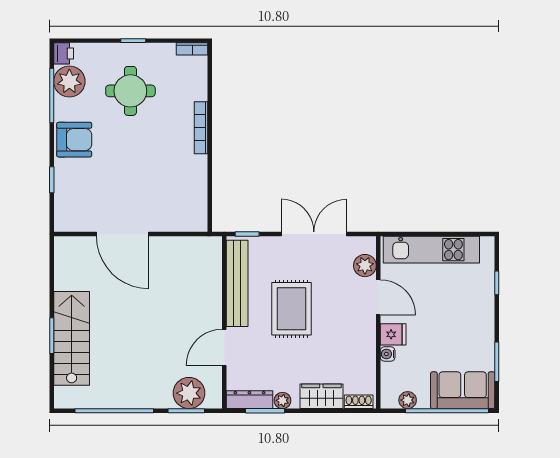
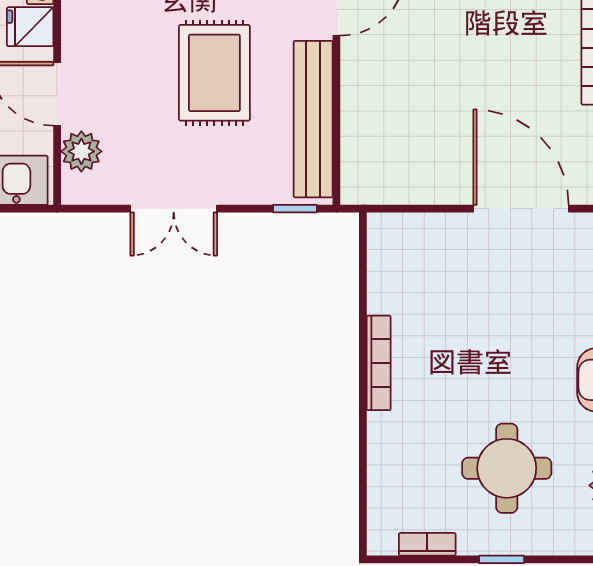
bookcase: (192, 49) -> (427, 544), moved
bookcase: (201, 128) -> (379, 363), moved
double door: (314, 234) -> (174, 209), width x0.73

